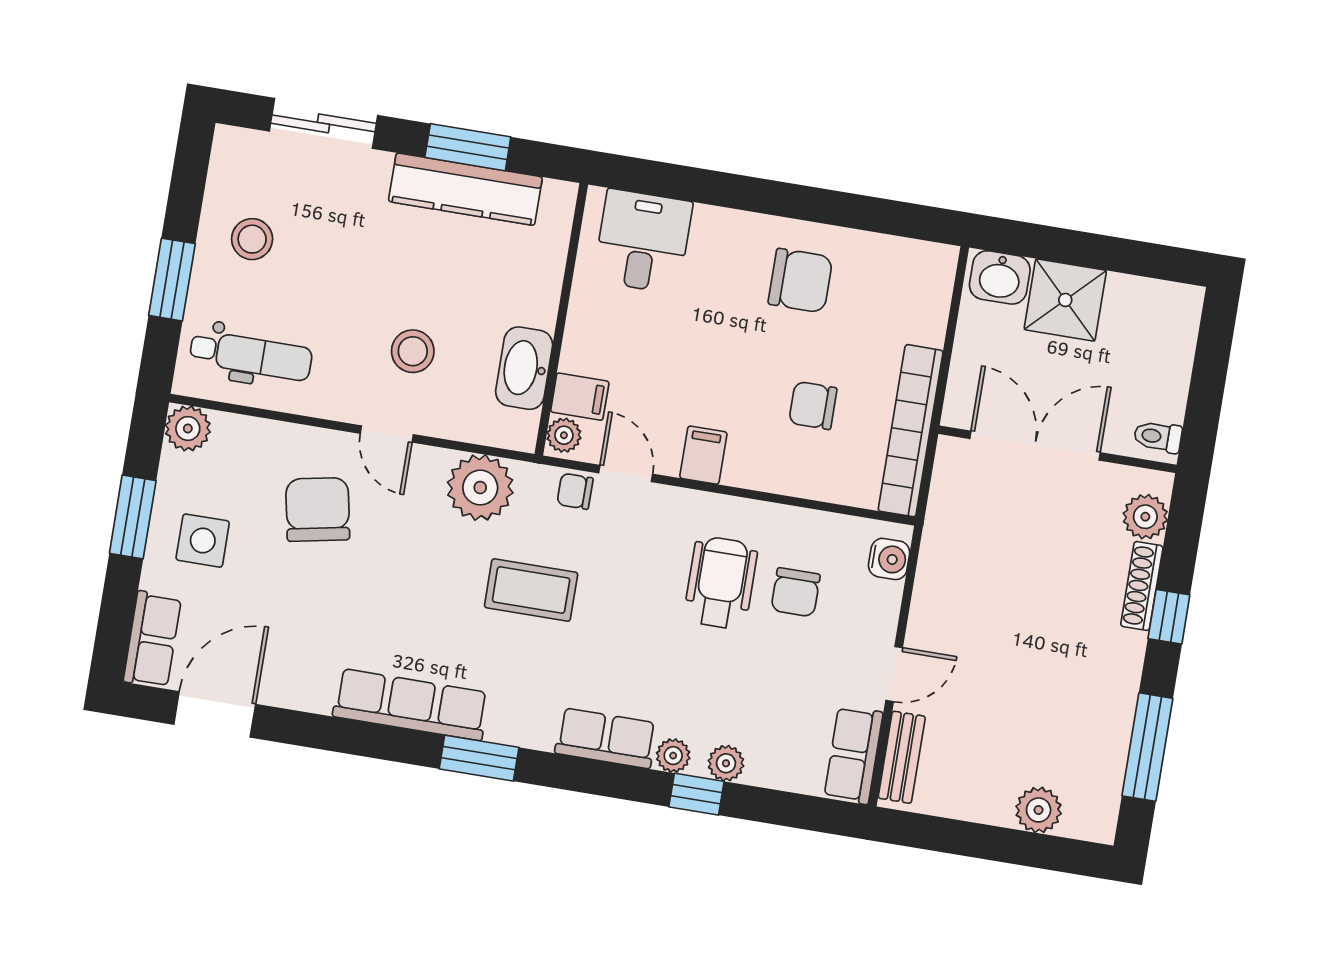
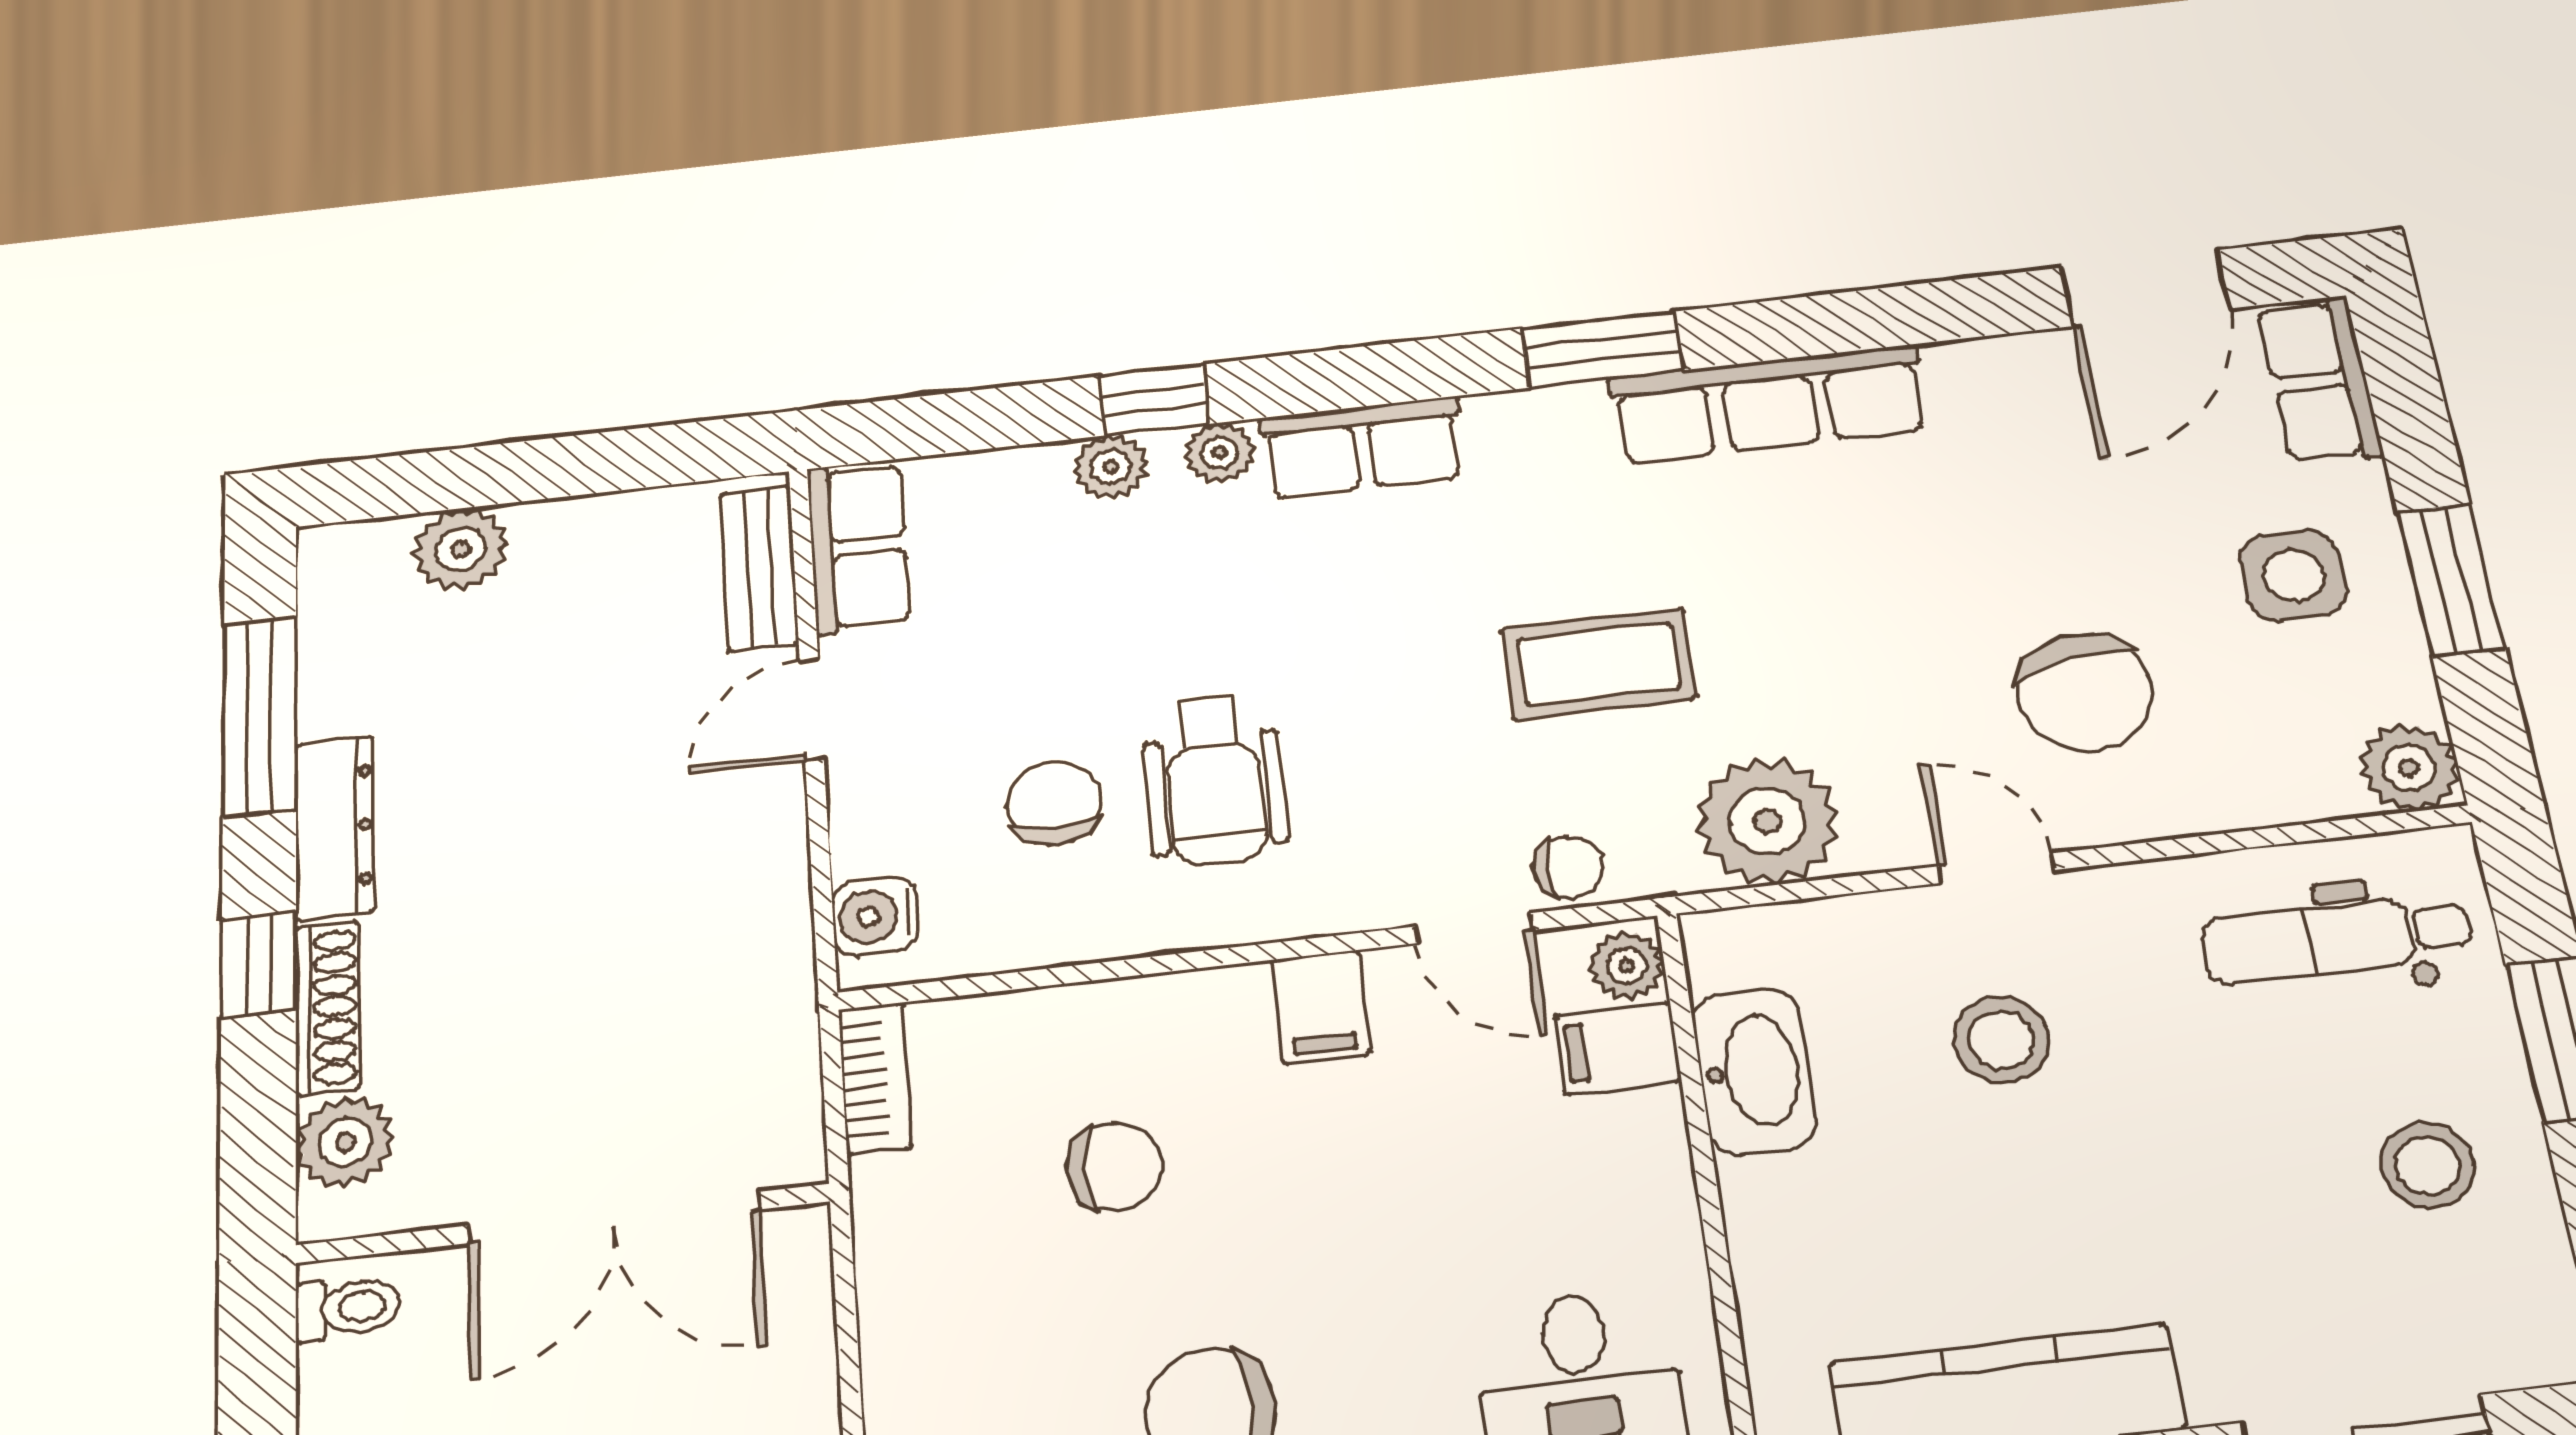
bookcase: (911, 431) -> (874, 1078), width x0.43, depth x0.76
dresser: (1123, 677) -> (335, 828), added

